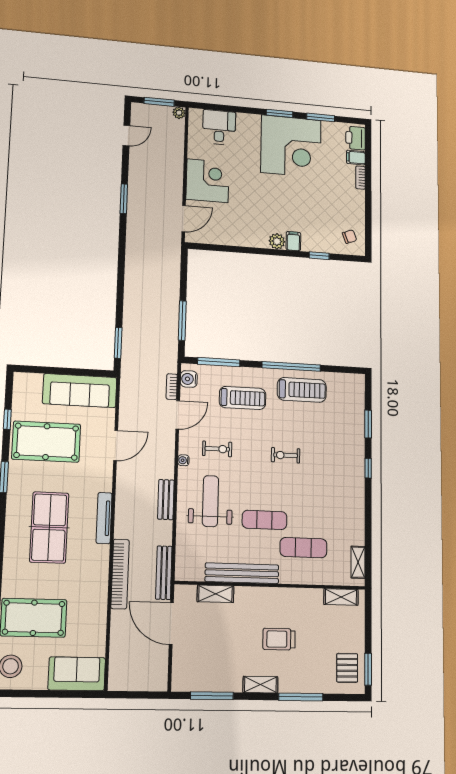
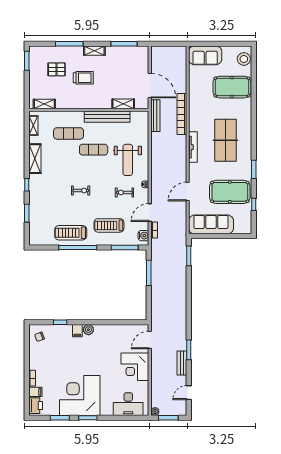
desk: (219, 127) -> (128, 404), width x1.37
bench: (166, 500) -> (182, 363), moved
shelving: (356, 509) -> (35, 159), added
pallet: (347, 668) -> (57, 69), moved, turned 90

